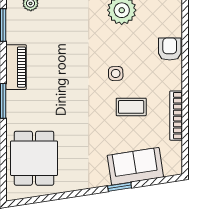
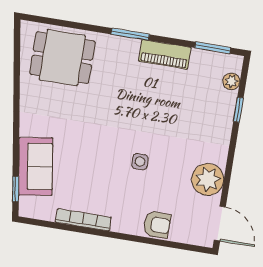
coffee table: (131, 107) -> (101, 172), removed
window: (120, 187) -> (16, 189), moved

